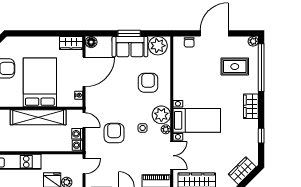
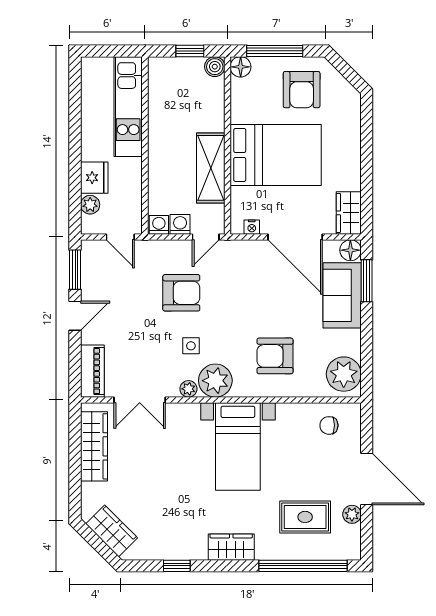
window: (129, 33) -> (367, 281), moved
plant: (253, 41) -> (352, 514), moved
chair: (189, 42) -> (329, 425), moved
sofa: (130, 47) -> (342, 295), moved
rug: (235, 67) -> (305, 517), turned 90
armchair: (148, 83) -> (275, 356), turned 180
shelving: (38, 117) -> (211, 168), width x0.68
bed with nightstands: (197, 120) -> (238, 447), moved

